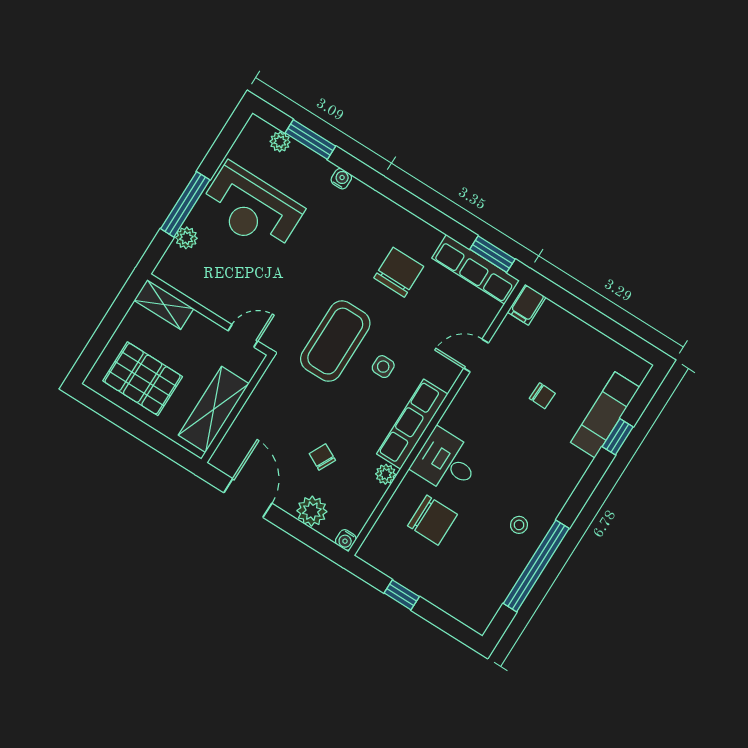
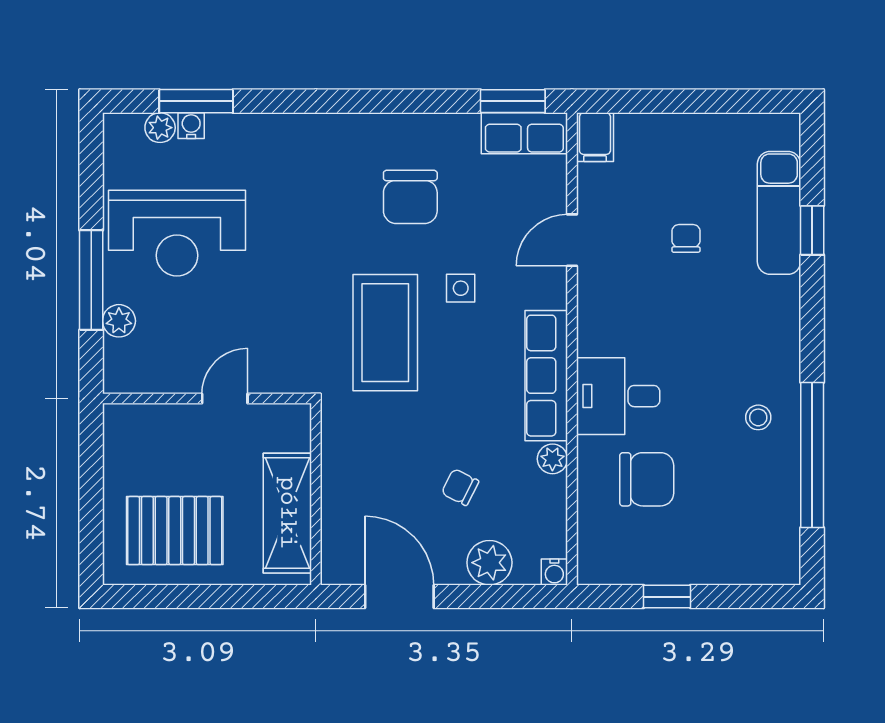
water cooler: (341, 179) -> (191, 126), moved
row of seats: (476, 269) -> (524, 133), width x0.68
chair: (399, 272) -> (410, 197), turned 180
shelving: (164, 304) -> (143, 421), removed
door: (243, 336) -> (225, 399), moved
side table: (383, 367) -> (461, 288), moved
chair: (542, 396) -> (686, 238), turned -92

